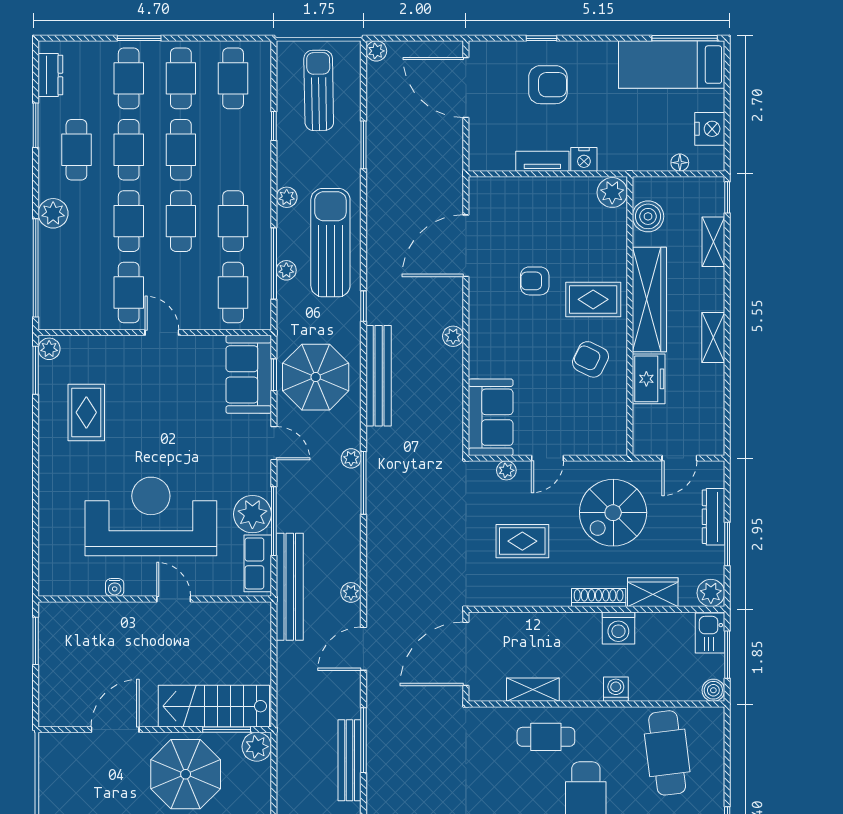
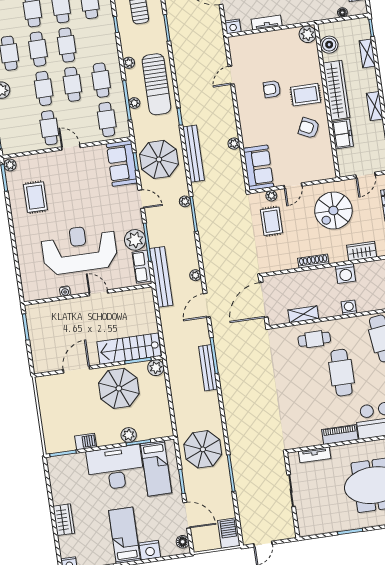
nightstand: (584, 159) -> (233, 26), moved
sun lounger: (330, 243) -> (156, 84), turned 180
door: (466, 246) -> (231, 75), width x0.53
plant: (453, 336) -> (234, 144), moved
rug: (522, 541) -> (271, 221), moved, turned 90
shoe rack: (599, 598) -> (313, 261), moved

